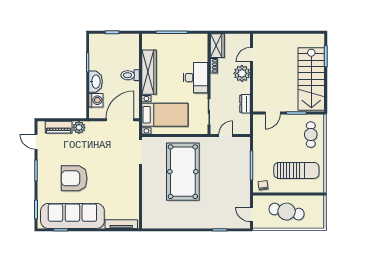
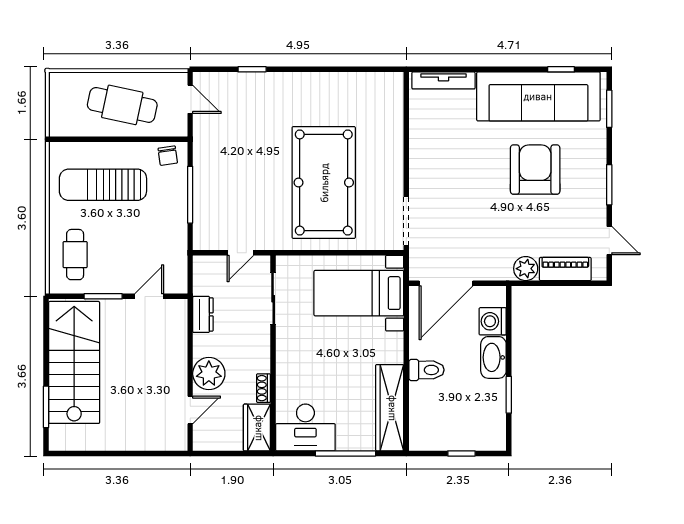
wardrobe: (149, 72) -> (390, 408), moved
desk: (196, 78) -> (305, 427), moved, turned -90
armchair: (74, 178) -> (535, 170), turned -90

